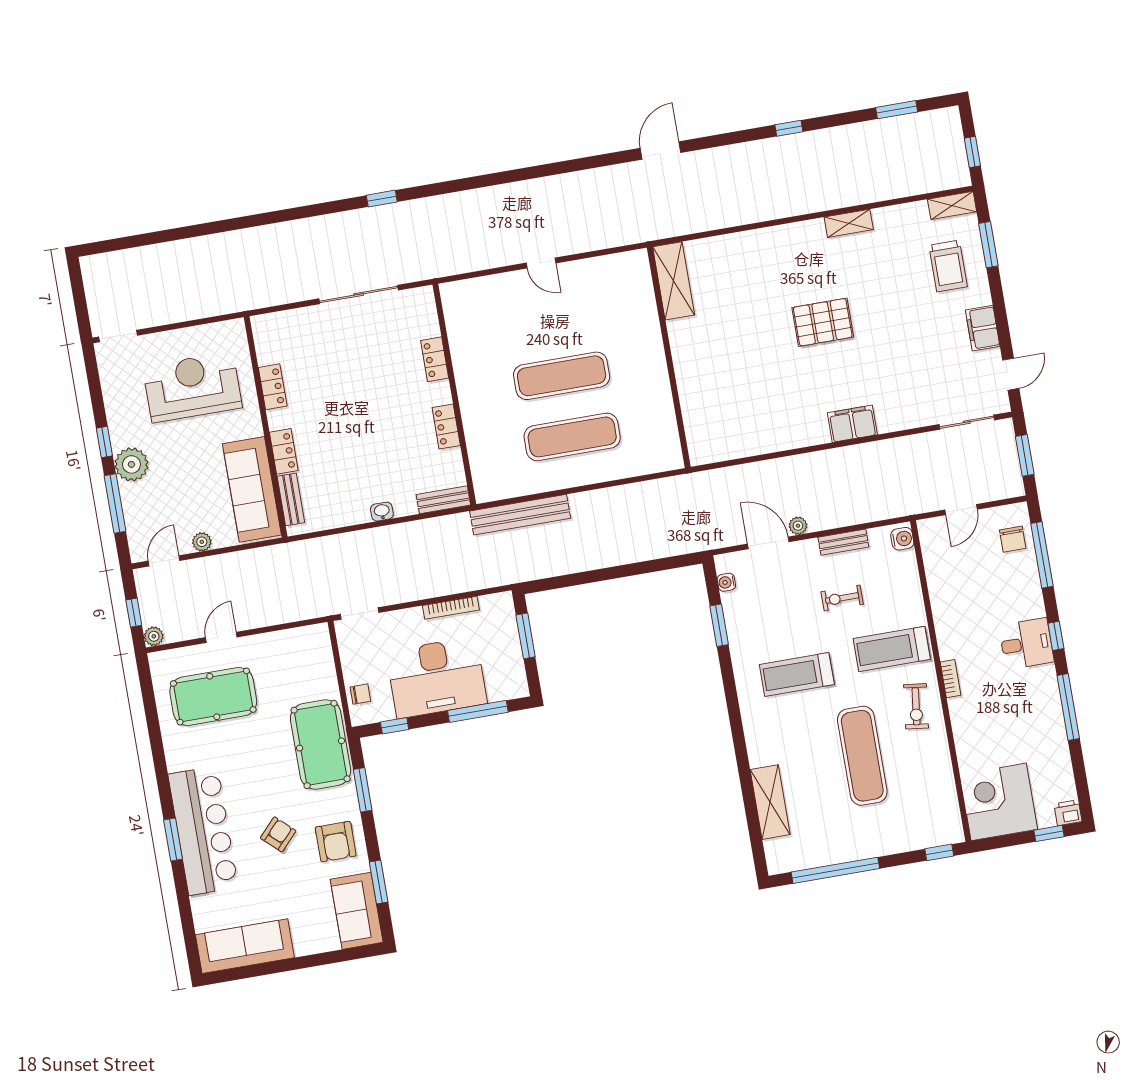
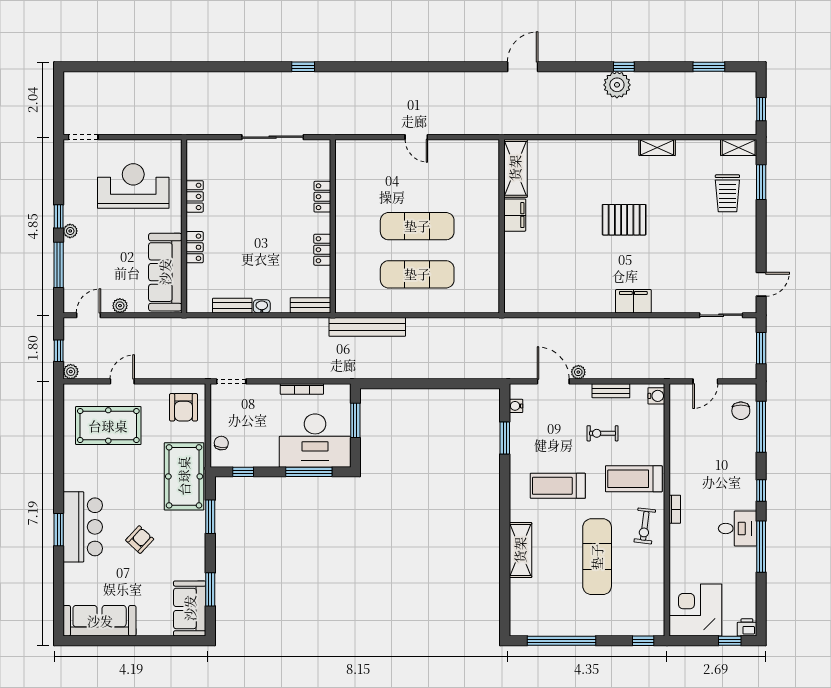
plant: (784, 153) -> (617, 85), added
filing cabinet: (983, 328) -> (515, 215), moved, turned 180
plant: (131, 464) -> (70, 231), width x0.53, depth x0.53
bench: (291, 499) -> (232, 306), moved, turned 90
desk: (1026, 644) -> (738, 528), moved
desk: (437, 678) -> (315, 441), moved
chair: (360, 694) -> (221, 443), turned -84
shelving: (770, 802) -> (520, 550), moved
bar counter: (203, 831) -> (83, 527), width x0.73
armchair: (336, 842) -> (184, 407), moved

